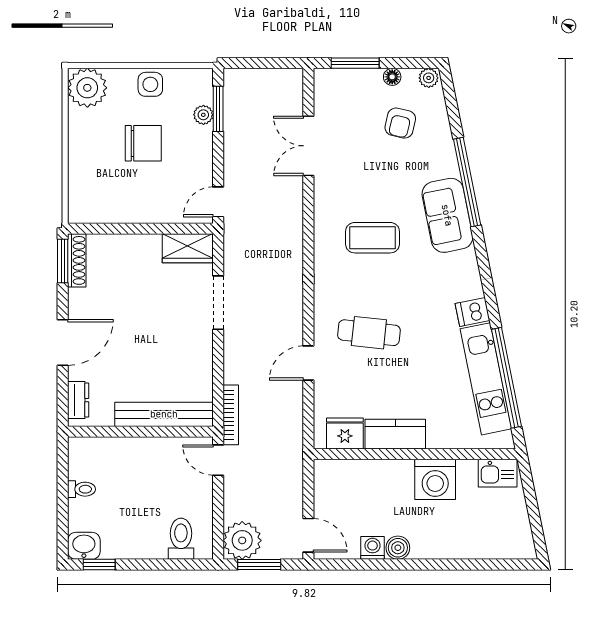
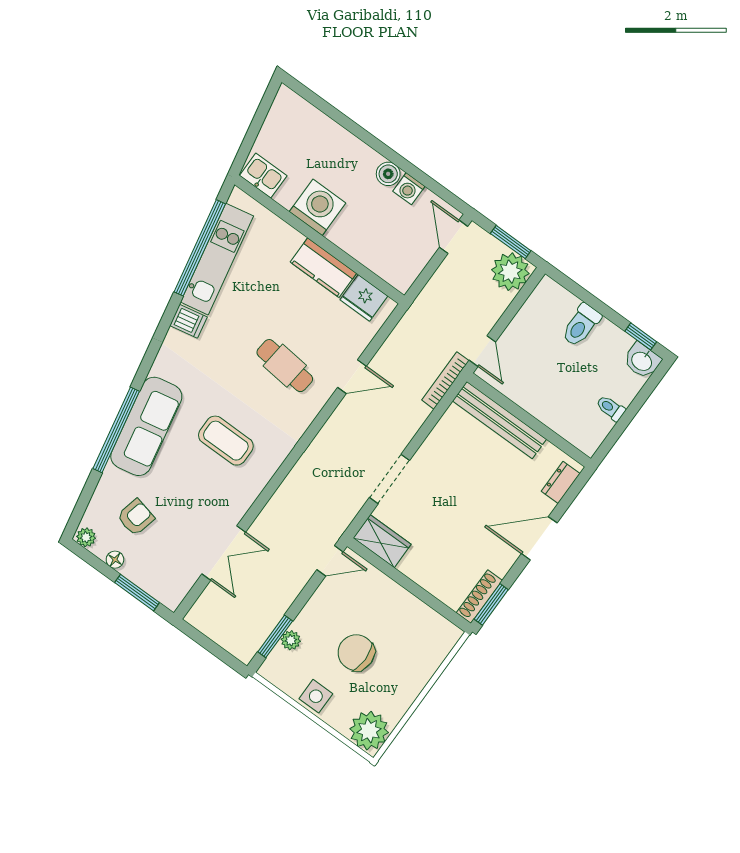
sofa: (447, 215) -> (146, 426), width x1.36
toilet: (181, 539) -> (581, 325), moved

